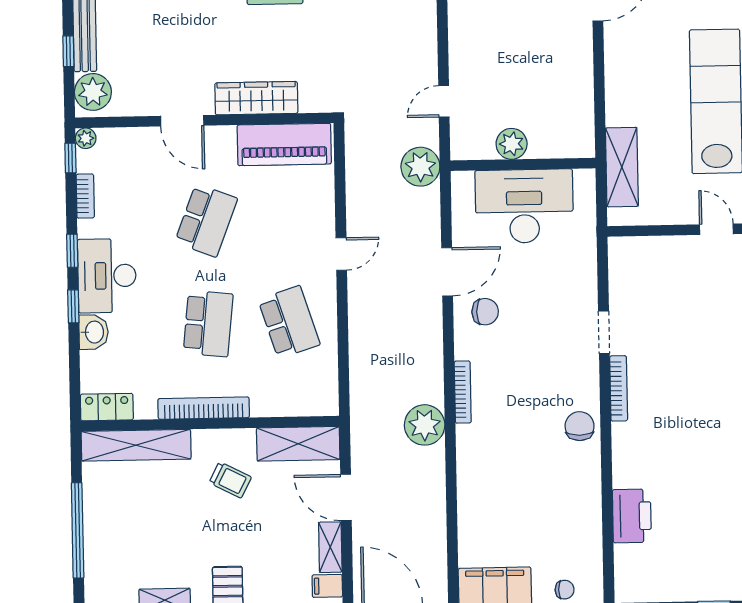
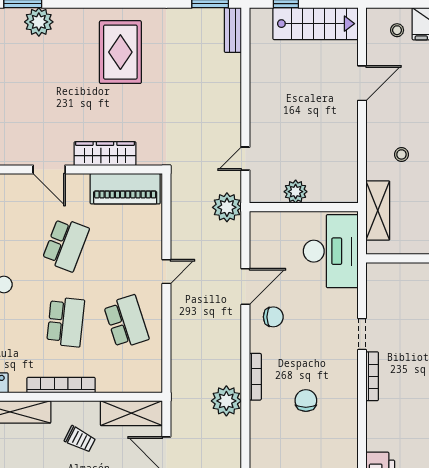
stool: (652, 92) -> (401, 154), added
desk: (524, 206) -> (331, 251), moved, turned 90
chair: (580, 426) -> (306, 400), moved

